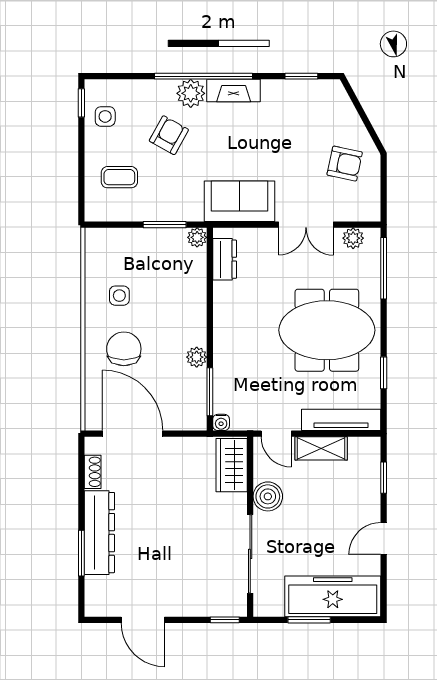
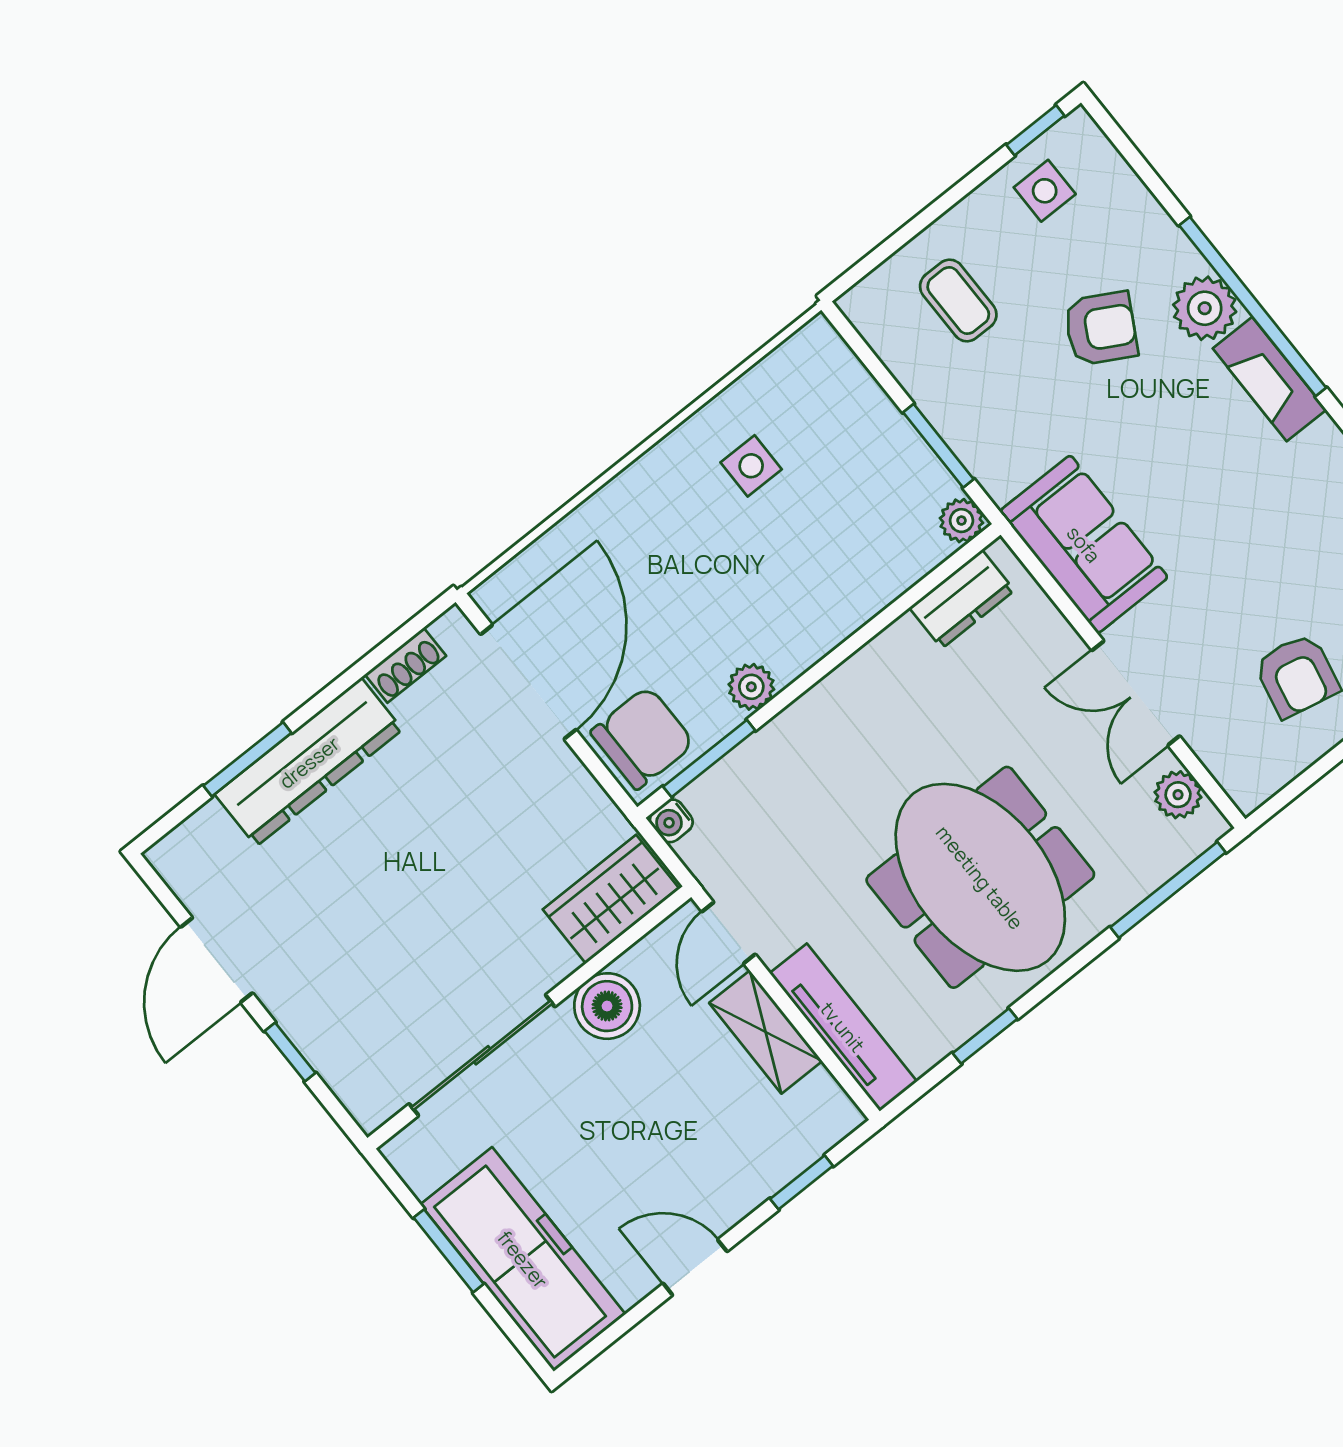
chair: (124, 349) -> (642, 738), moved
window: (225, 620) -> (290, 1052), moved

